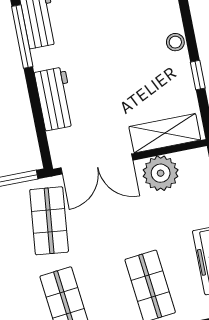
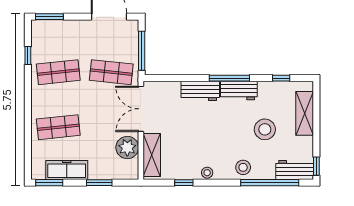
workbench: (55, 99) -> (200, 91), moved

